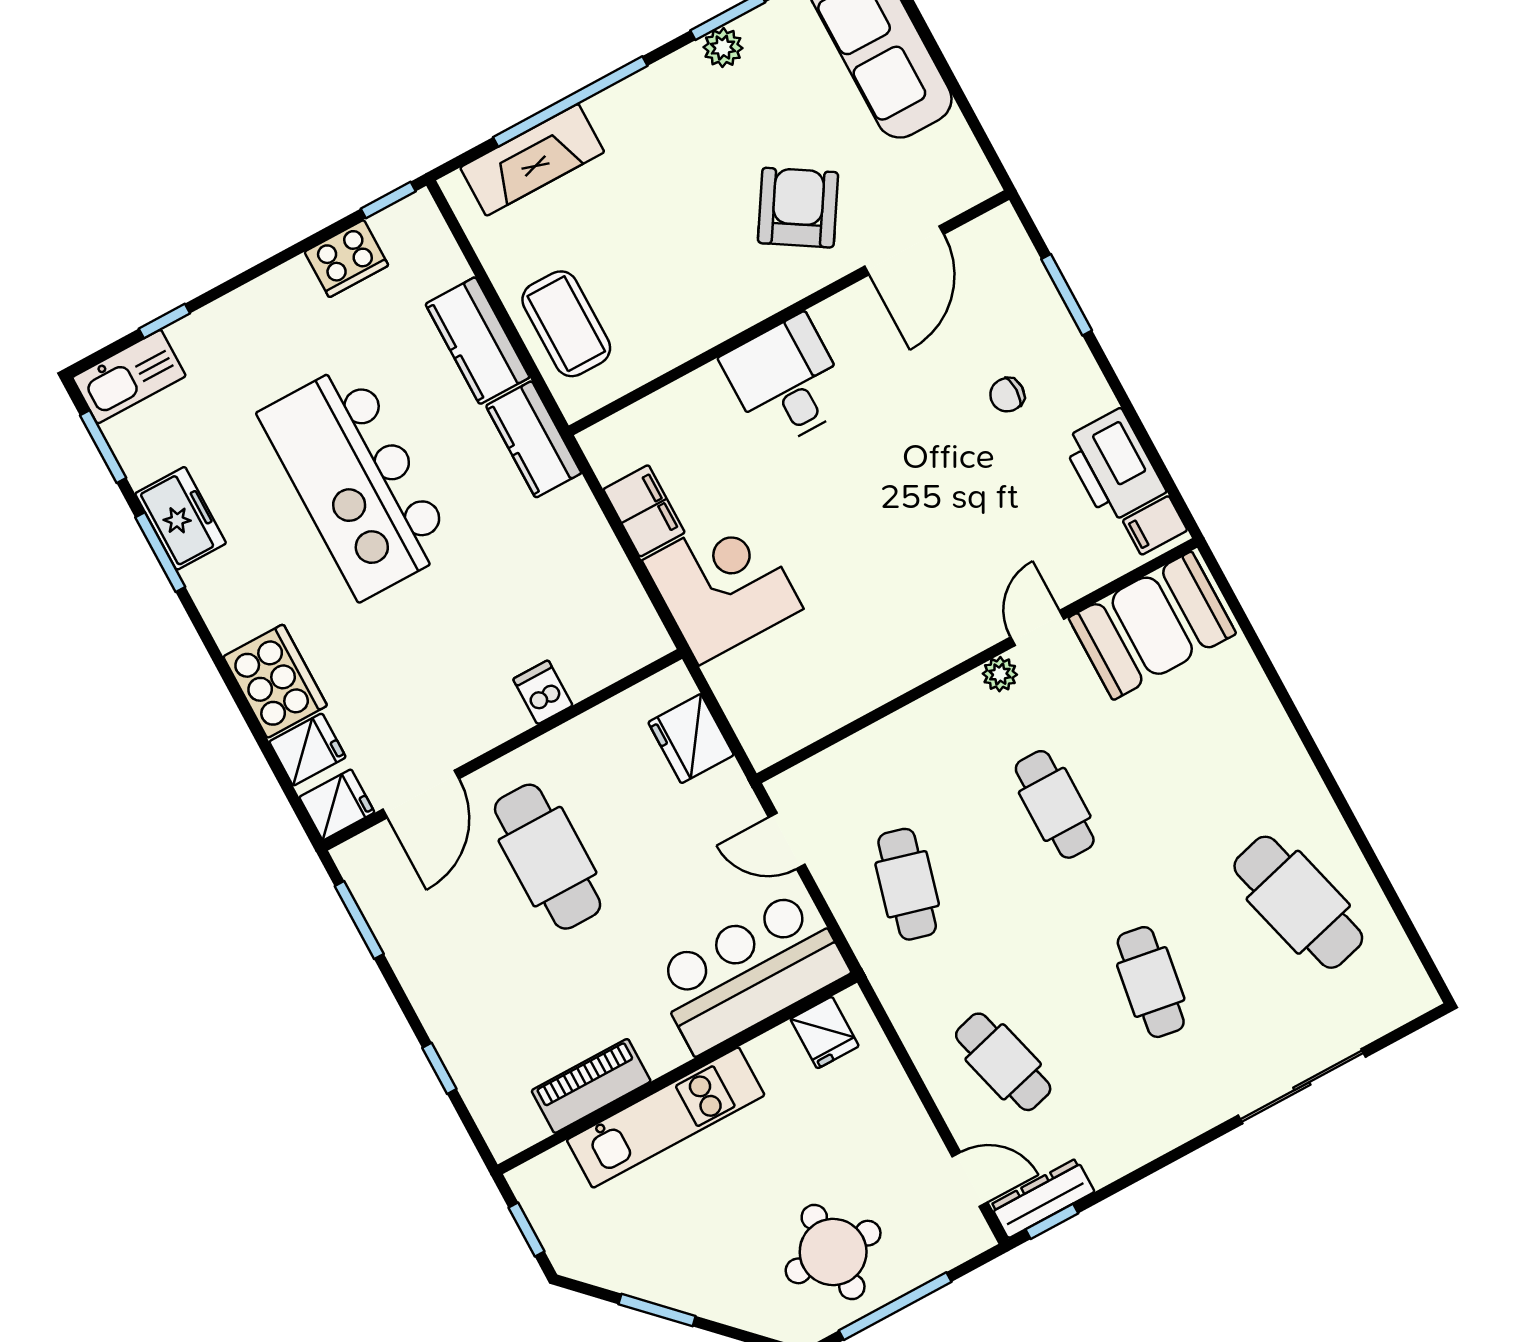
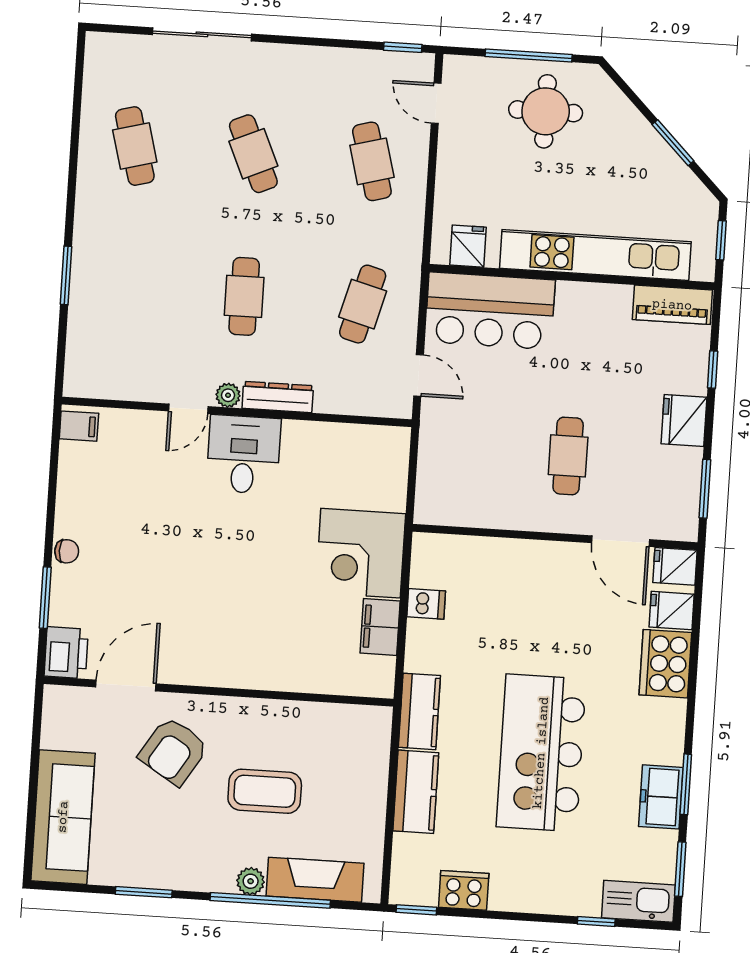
plant: (723, 48) -> (251, 881), moved
coffee table: (566, 324) -> (265, 791), moved, turned 90
desk: (786, 381) -> (244, 454), moved, turned 180
chair: (1007, 395) -> (67, 551), moved
printer: (1114, 466) -> (66, 653), moved, width x0.73, depth x0.84
kitchen island: (357, 481) -> (541, 753), turned 180
booth: (1152, 626) -> (118, 367), removed
dishwasher: (543, 692) -> (426, 604), moved, turned -90
window: (1284, 696) -> (66, 275), added
fridge: (691, 739) -> (684, 420), moved, turned 180
door: (421, 794) -> (620, 541), swing flipped
cafe table: (548, 857) -> (568, 456), width x0.73, depth x0.74
cafe table: (1298, 902) -> (135, 146), width x0.73, depth x0.74
cafe table: (1151, 982) -> (253, 154), turned -33
piano: (591, 1086) -> (672, 305), moved
kitchen unit: (666, 1118) -> (595, 255), width x1.36
dresser: (1042, 1198) -> (278, 397), moved, turned 180

